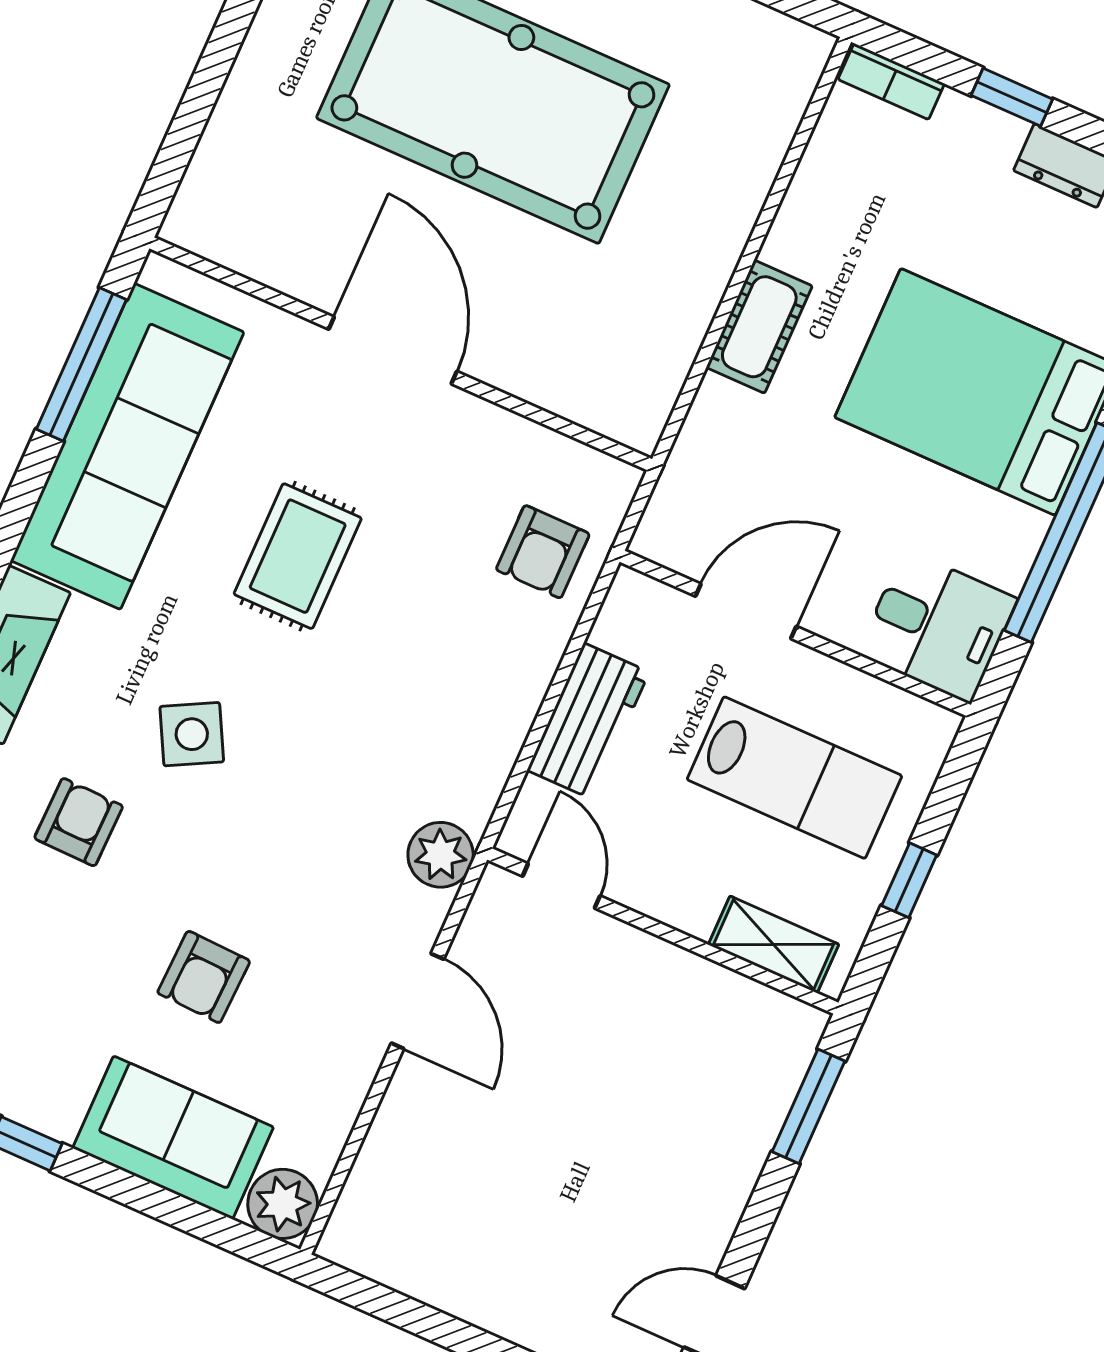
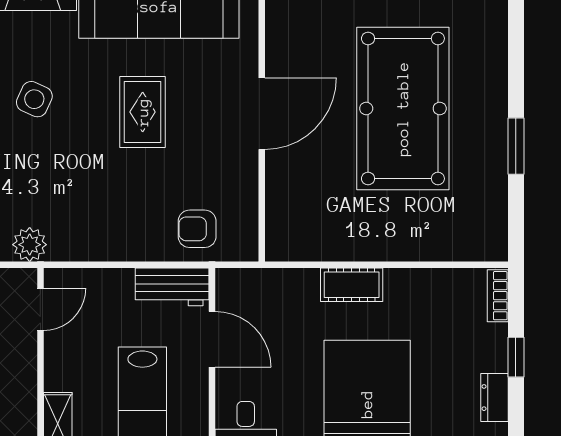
rug: (298, 556) -> (143, 112), turned 90
workbench: (588, 721) -> (172, 287), moved
side table: (192, 734) -> (34, 99), turned -38

